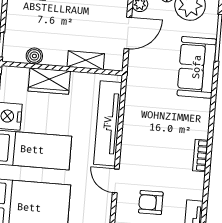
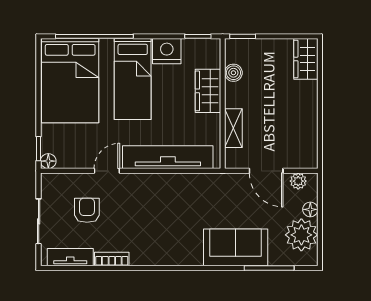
bookcase: (200, 155) -> (112, 259), moved

